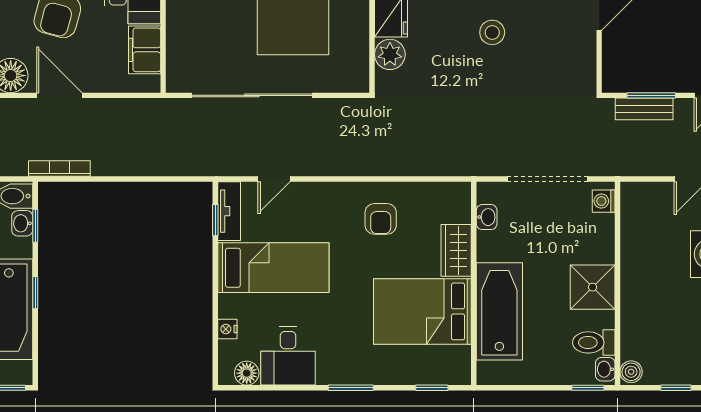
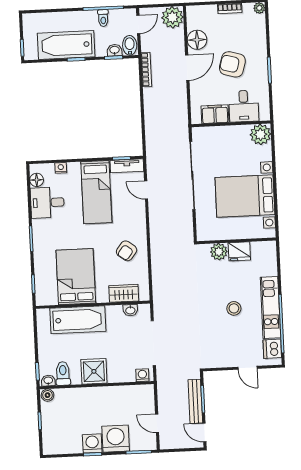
bench: (644, 109) -> (195, 401), width x1.36
armchair: (381, 219) -> (127, 251), turned -53
wardrobe: (456, 250) -> (124, 293), moved

